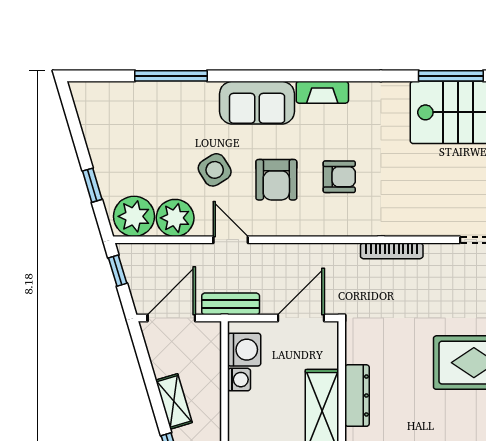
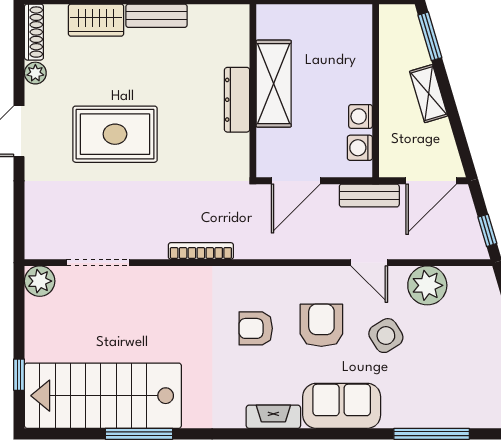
plant: (134, 216) -> (470, 287), removed
washing machine: (244, 350) -> (360, 148), width x0.73, depth x0.73

